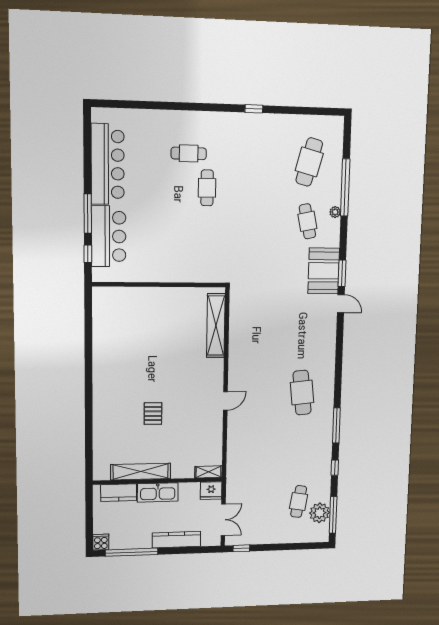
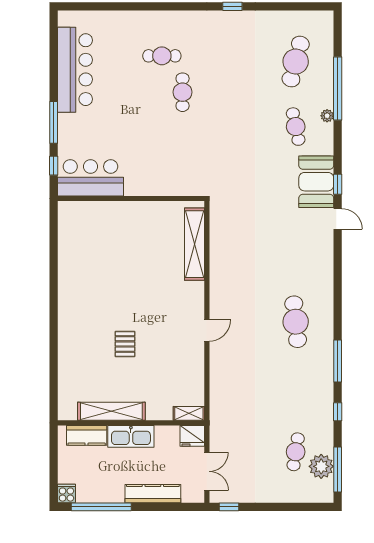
bar counter: (109, 236) -> (90, 178), moved, turned -90
window: (342, 273) -> (338, 184), width x0.67

